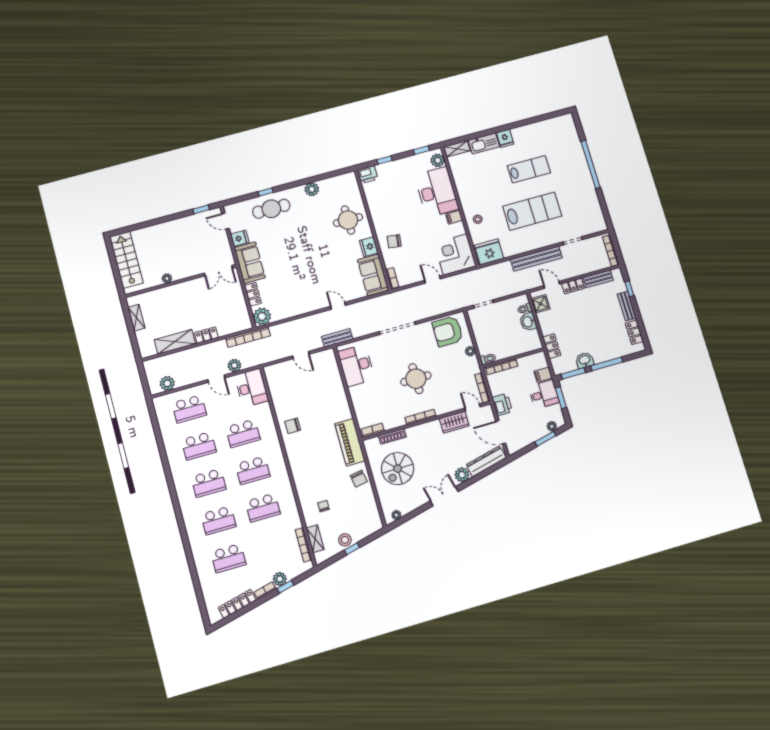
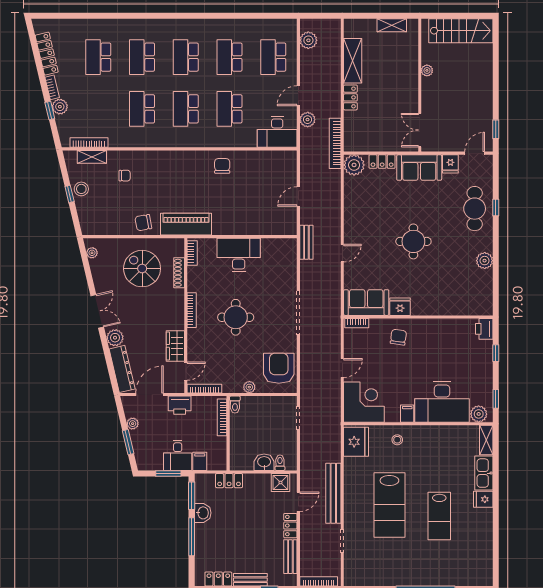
round table: (348, 220) -> (413, 241), moved
desk: (356, 365) -> (239, 255), moved
plant: (552, 426) -> (133, 424), moved

